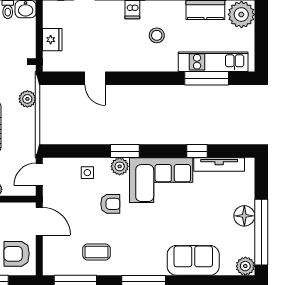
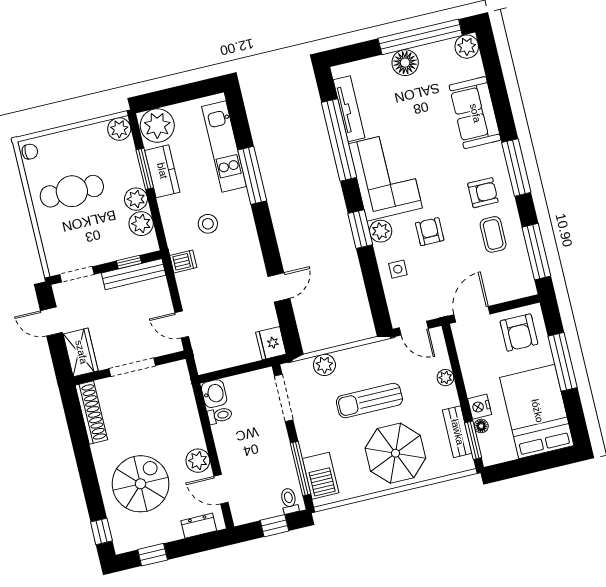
fridge: (52, 40) -> (271, 343), moved, turned -90
window: (207, 78) -> (252, 175), moved
window: (197, 151) -> (339, 140), width x3.17
armchair: (130, 252) -> (483, 193), added

